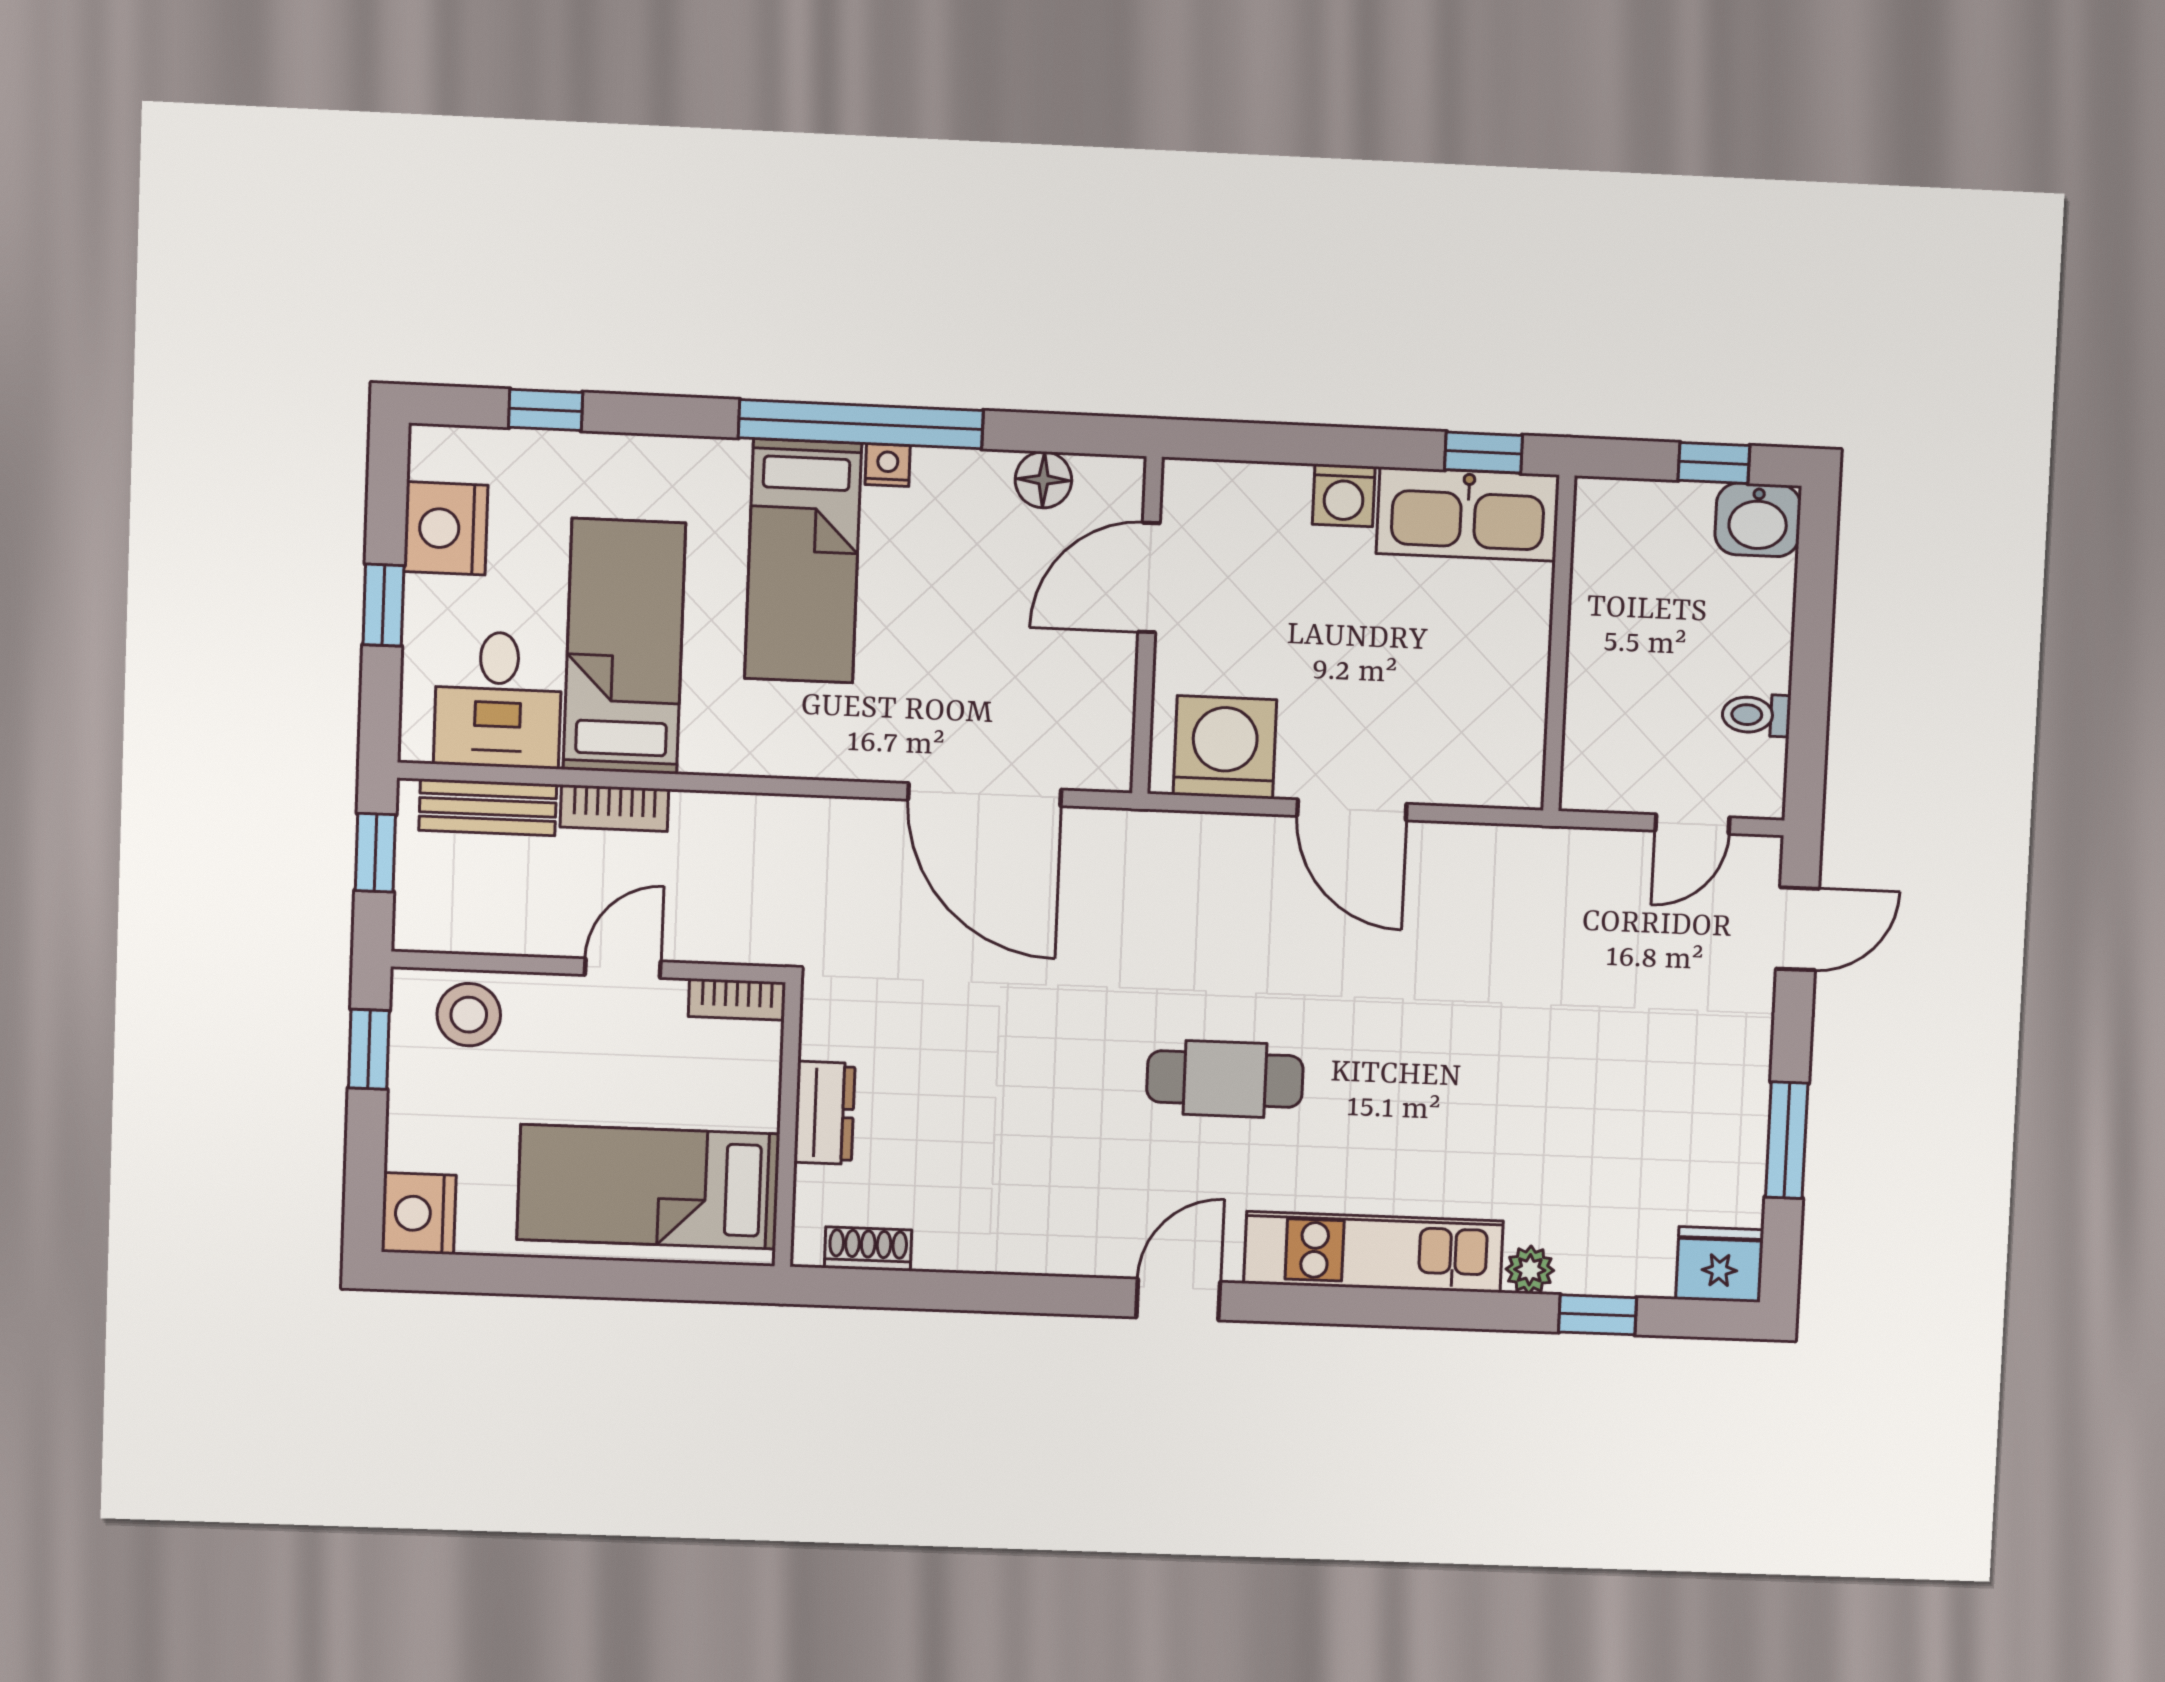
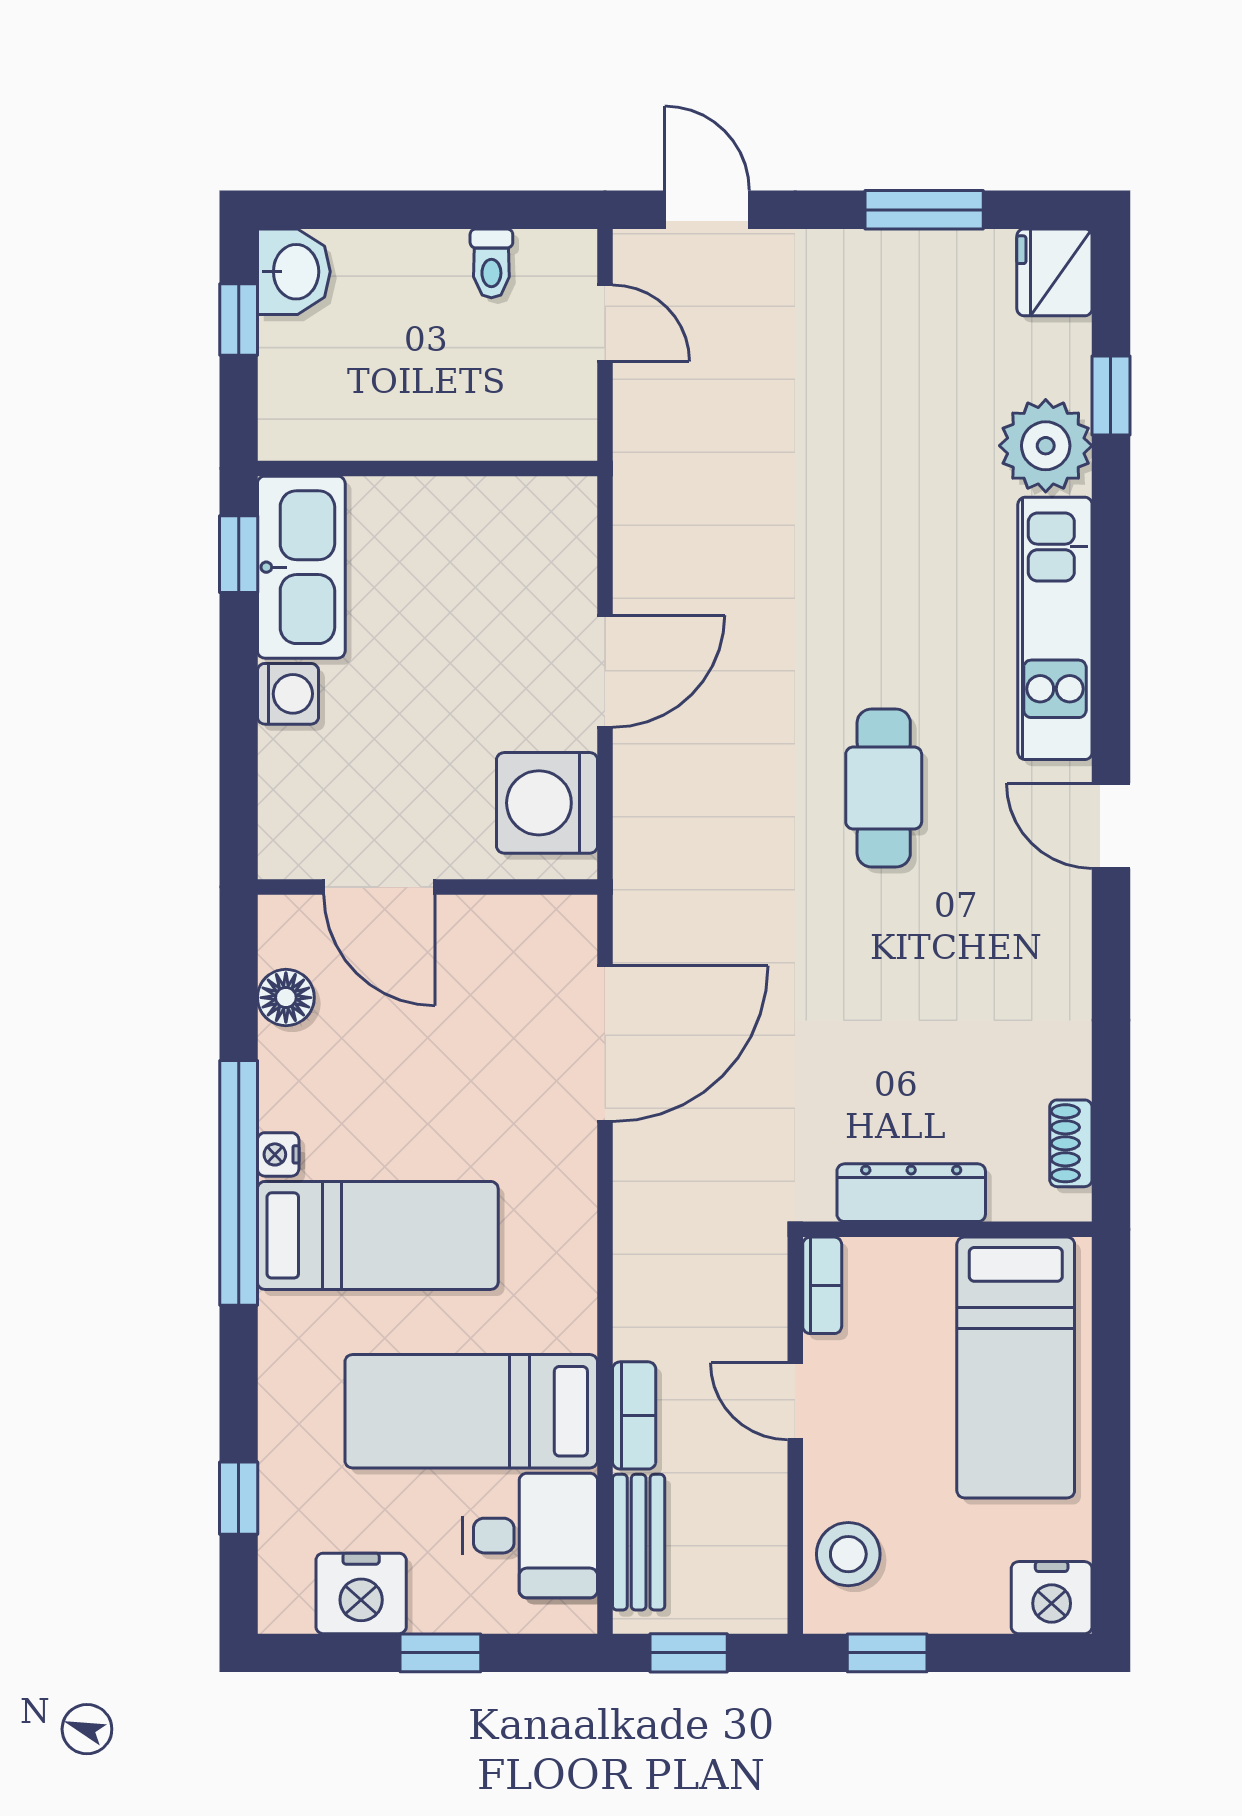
dresser: (824, 1113) -> (911, 1193), width x1.44
plant: (1530, 1270) -> (1046, 446), width x1.88, depth x1.88

